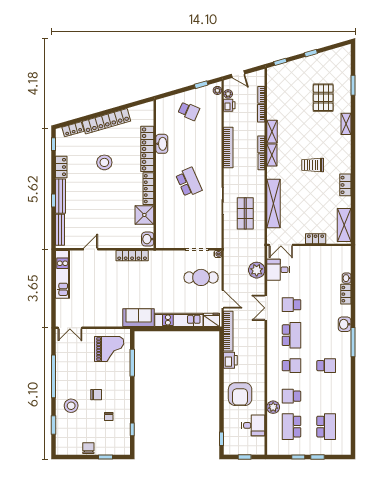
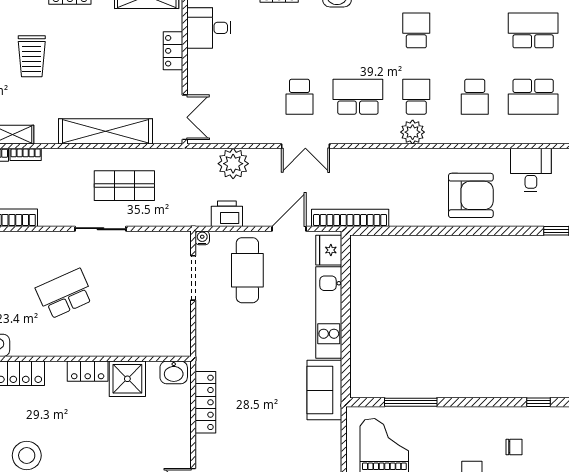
locker: (148, 189) -> (88, 371), width x0.66
desk: (278, 270) -> (209, 28), moved, turned 90
printer: (230, 360) -> (227, 214), moved
plant: (273, 407) -> (413, 132), moved

